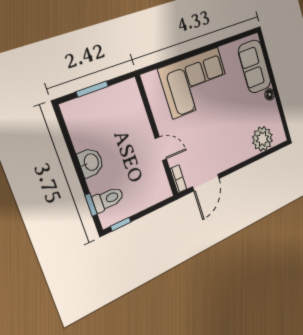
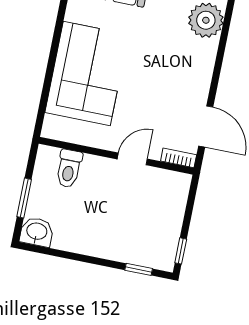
washbasin: (91, 162) -> (37, 232), moved
toilet: (108, 199) -> (69, 169), moved, turned 180

